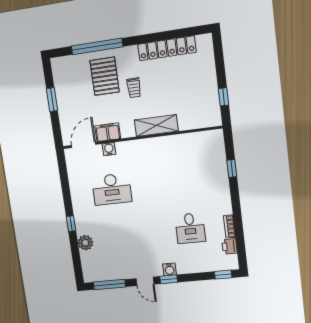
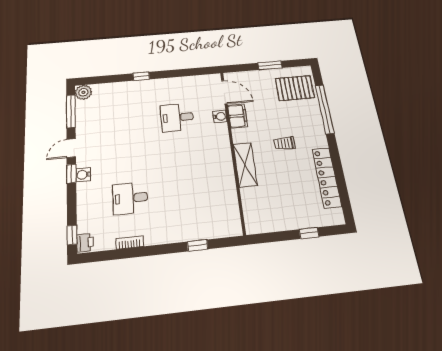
pallet: (105, 76) -> (295, 88), moved
window: (223, 97) -> (309, 233), moved
desk: (112, 189) -> (177, 117), width x0.73
plant: (85, 243) -> (83, 92), moved
printer: (230, 246) -> (85, 243), moved, turned 90

